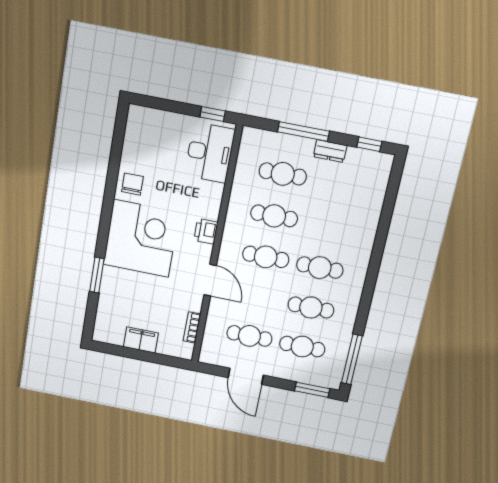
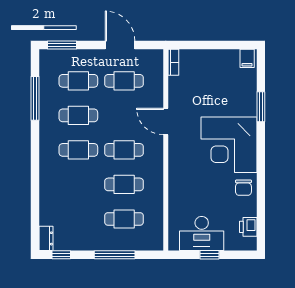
window: (213, 114) -> (209, 255), moved
dresser: (330, 151) -> (46, 238), moved, turned 90
desk: (210, 153) -> (202, 234), moved, turned -90
printer: (206, 231) -> (248, 227), moved, turned 180
bookcase: (192, 327) -> (173, 62), moved
filing cabinet: (141, 340) -> (247, 58), moved, width x0.50
window: (352, 359) -> (35, 98), moved

